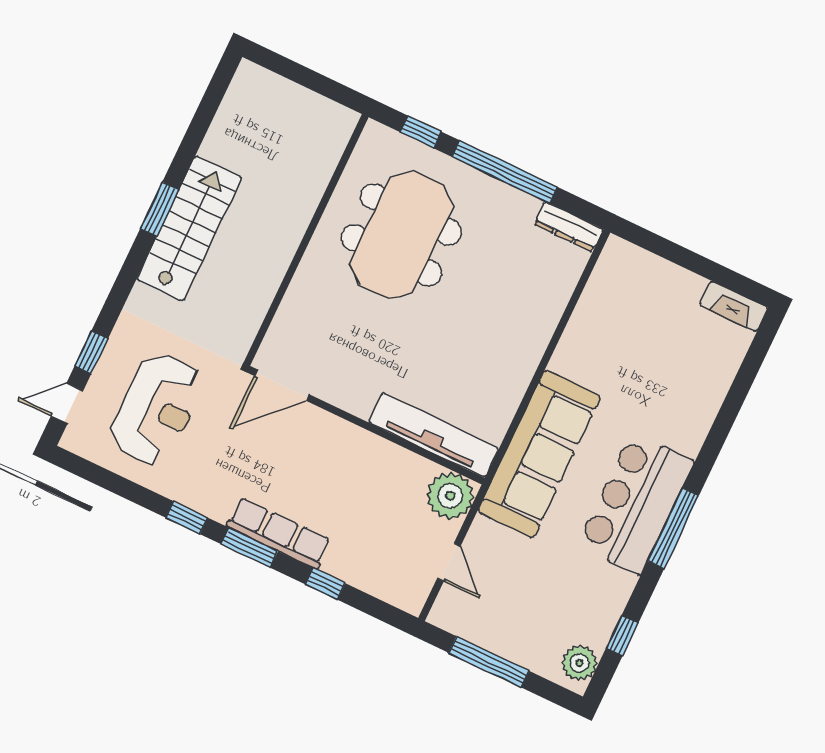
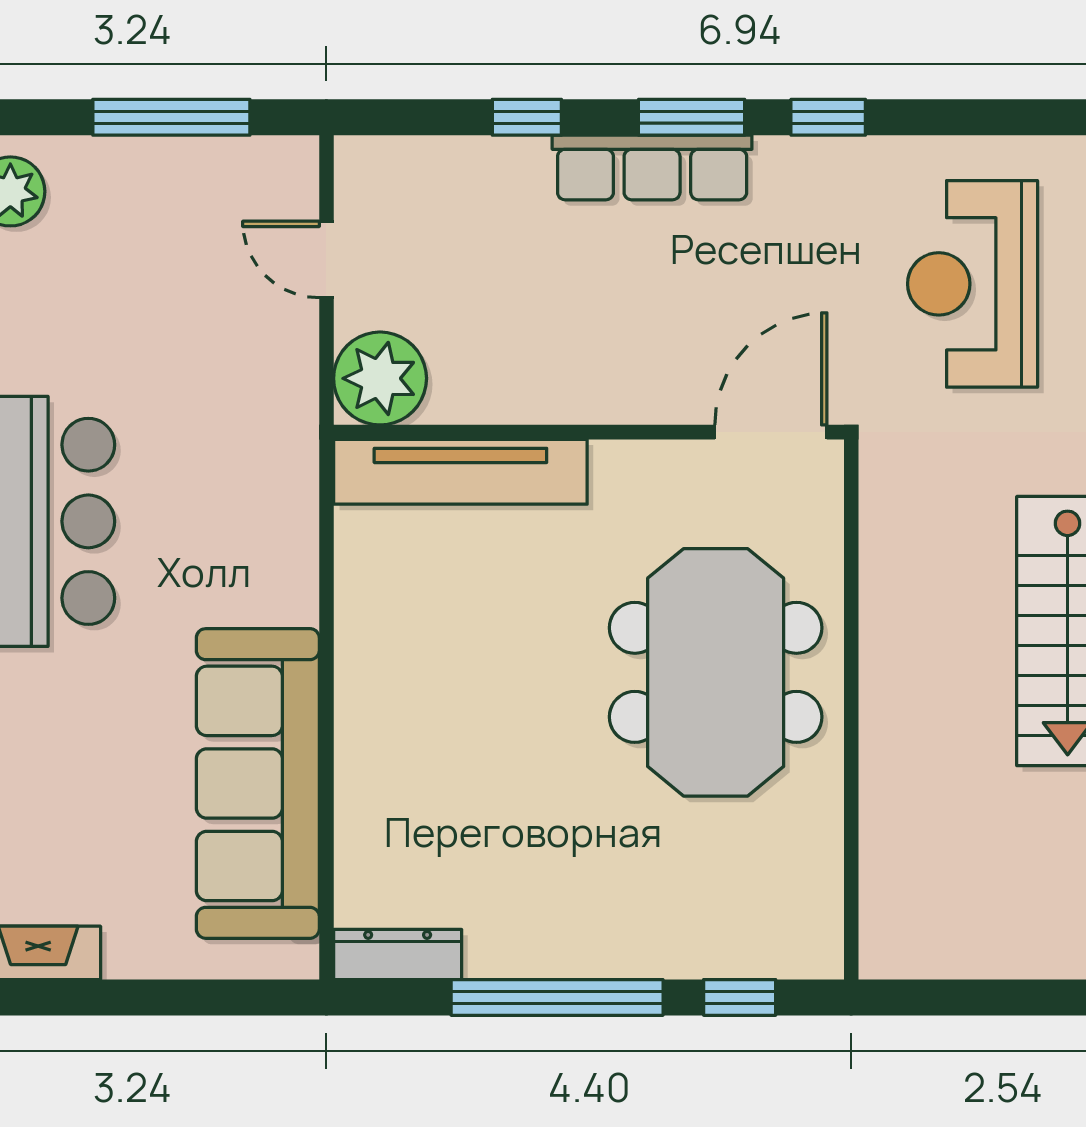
meeting table: (401, 235) -> (716, 672), moved
sofa: (539, 454) -> (258, 783), moved

